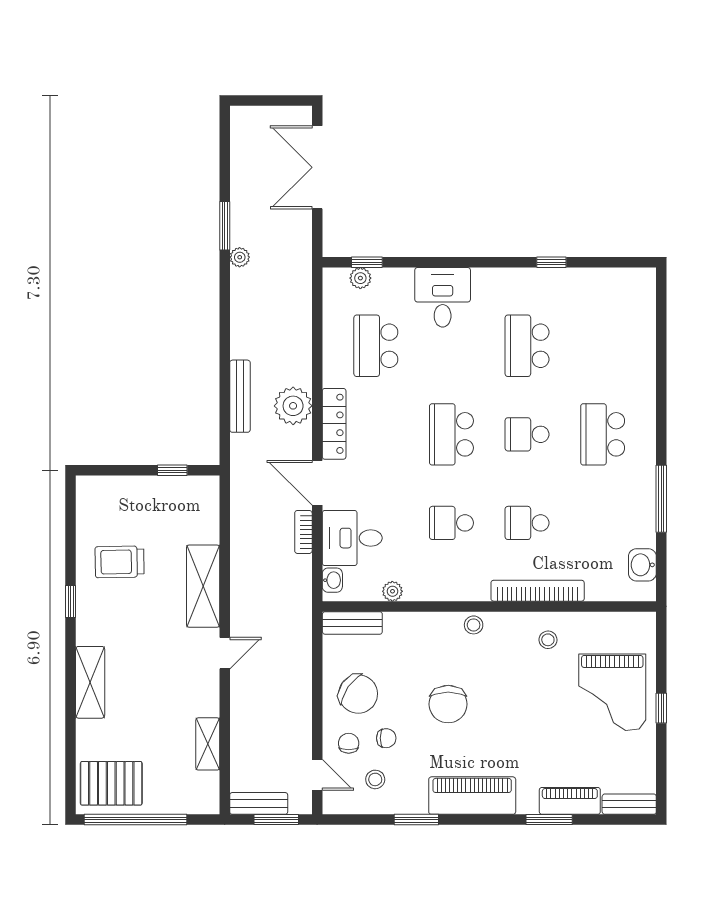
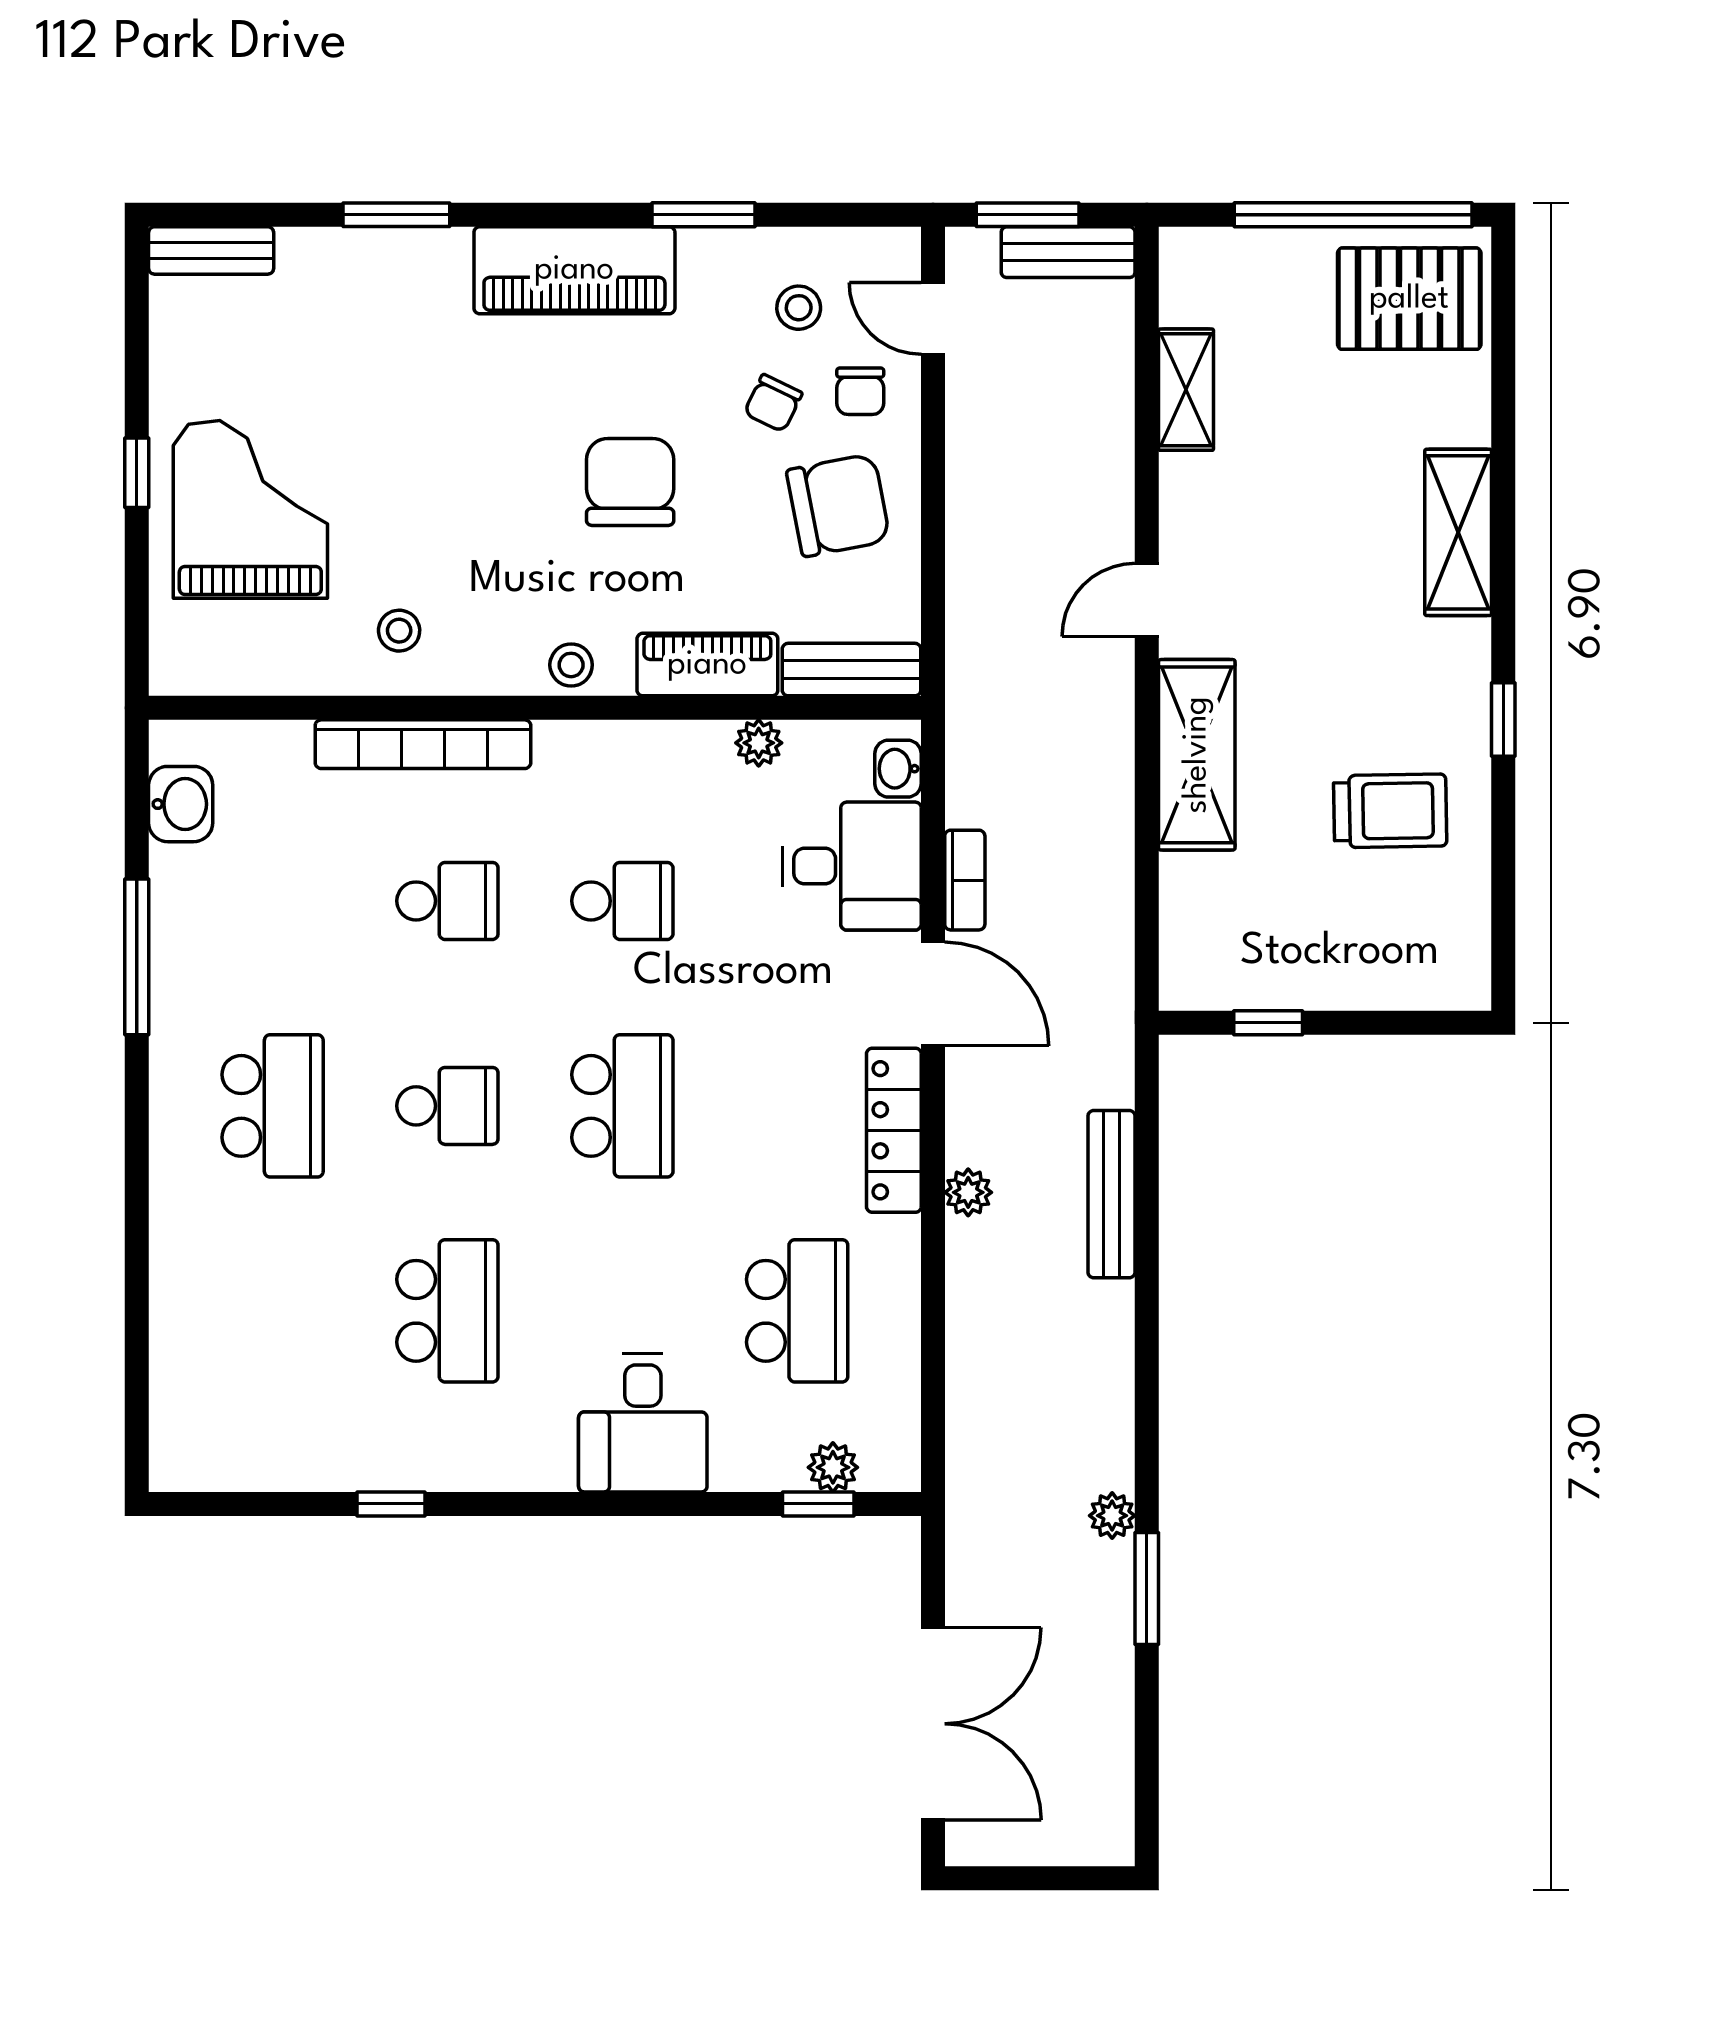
plant: (293, 406) -> (968, 1192), width x0.53, depth x0.53
chair: (358, 694) -> (838, 505), turned 134
chair: (386, 738) -> (773, 403), turned -64
piano: (570, 801) -> (707, 665), moved, turned 180

